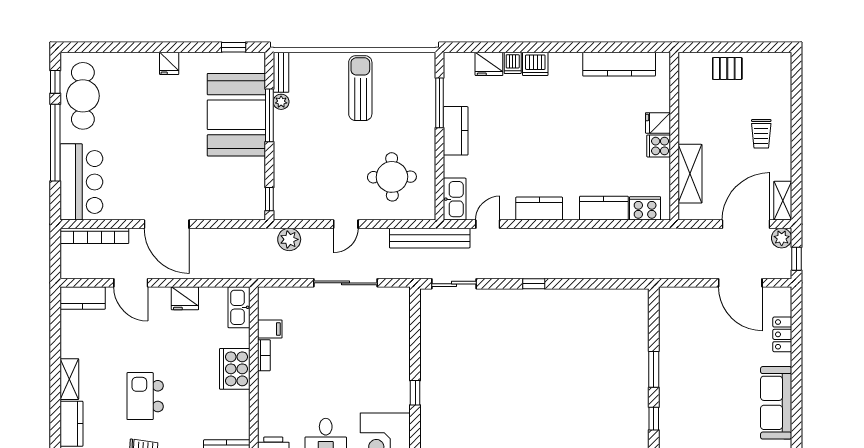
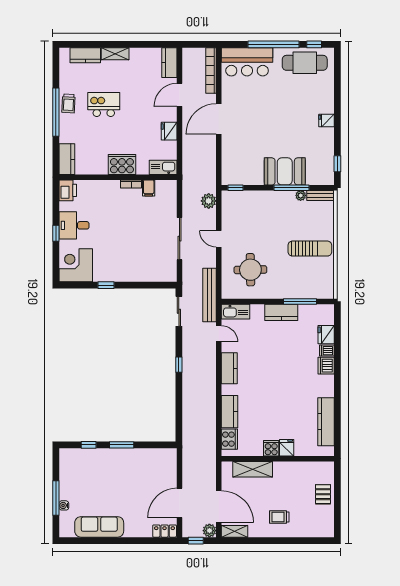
booth: (236, 115) -> (285, 171), width x0.73, depth x0.70
locker: (782, 334) -> (165, 531), moved

